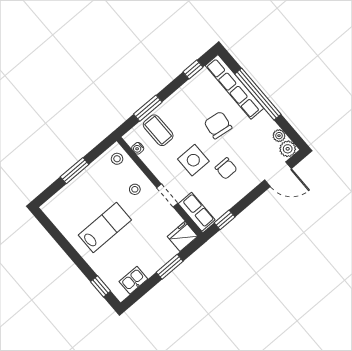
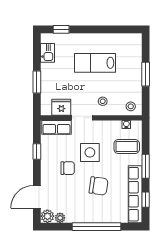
row of seats: (234, 87) -> (135, 194), moved, turned -90
window: (148, 108) -> (146, 166), moved
chair: (226, 168) -> (68, 168), turned 180
window: (225, 220) -> (37, 151), moved
lab bench: (105, 228) -> (95, 63), turned 90
fridge: (183, 236) -> (61, 107), moved, turned -90

